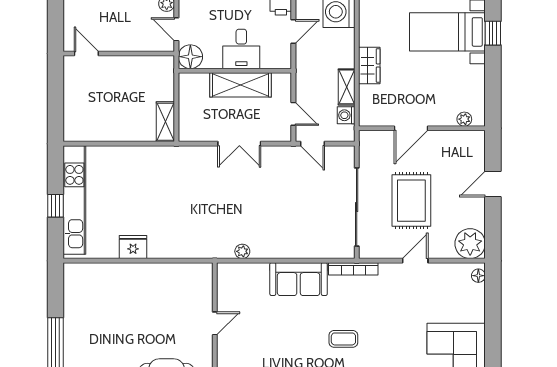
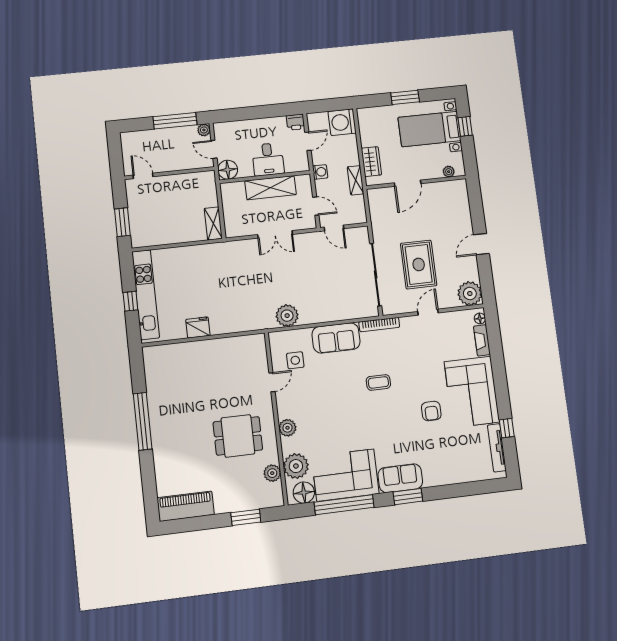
window: (56, 108) -> (122, 222), added
washing machine: (346, 115) -> (320, 172), moved, turned 180
plant: (464, 119) -> (449, 172), moved
door: (411, 128) -> (408, 183), moved
wall: (422, 128) -> (416, 182), moved
plant: (242, 251) -> (287, 316), width x1.87, depth x1.87
side table: (246, 300) -> (295, 360), added
fireplace: (477, 303) -> (482, 340), added

